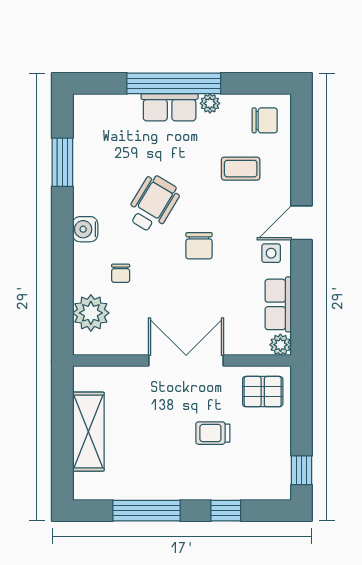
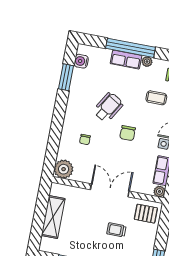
water cooler: (85, 229) -> (81, 61), moved
plant: (91, 313) -> (64, 169), moved

